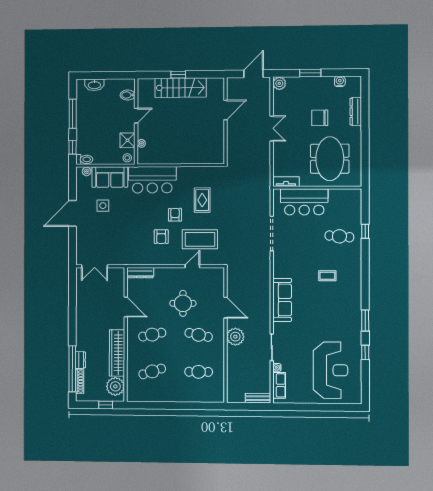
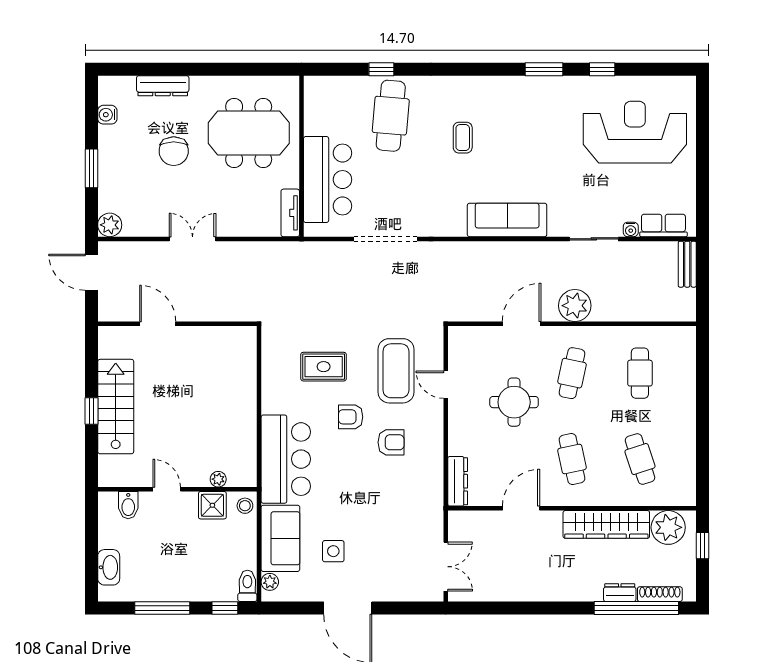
cafe table: (339, 236) -> (391, 116), width x1.37, depth x1.35

